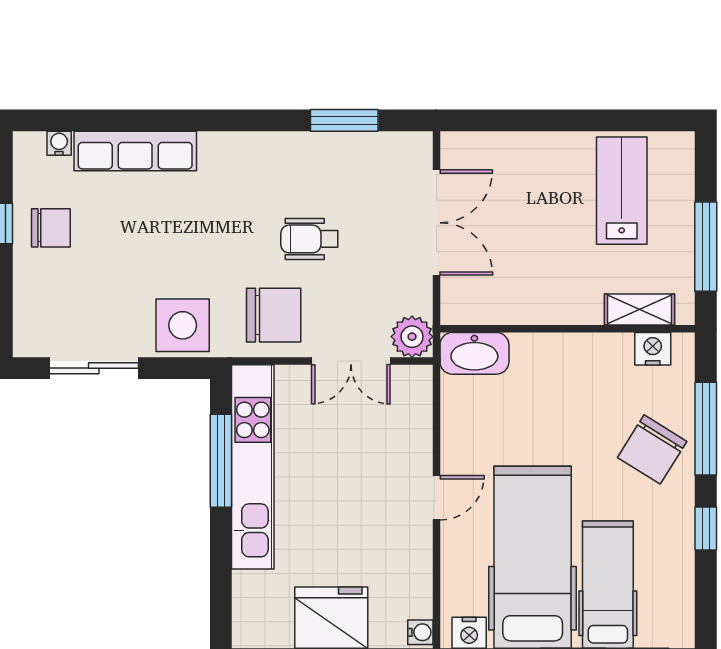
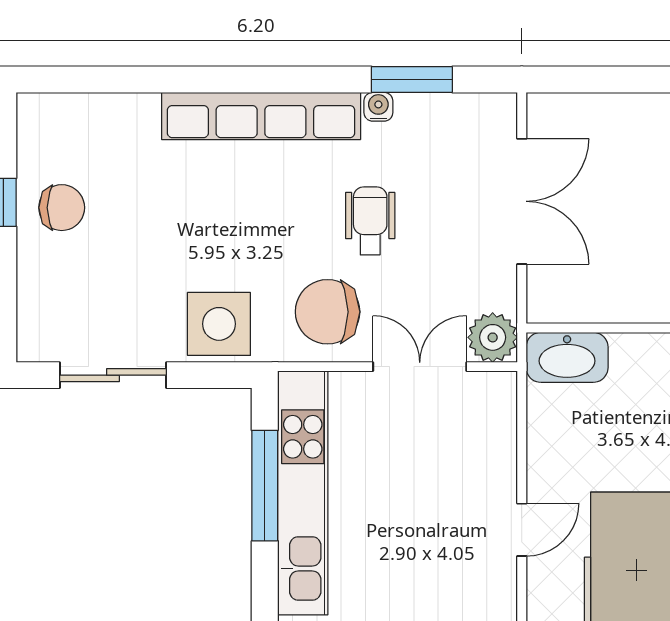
water cooler: (59, 143) -> (378, 107), moved
row of seats: (135, 151) -> (261, 116), moved, width x1.36
wheelchair: (309, 239) -> (370, 221), turned 90
chair: (274, 315) -> (328, 312), turned 180
double door: (351, 361) -> (420, 367), swing flipped

